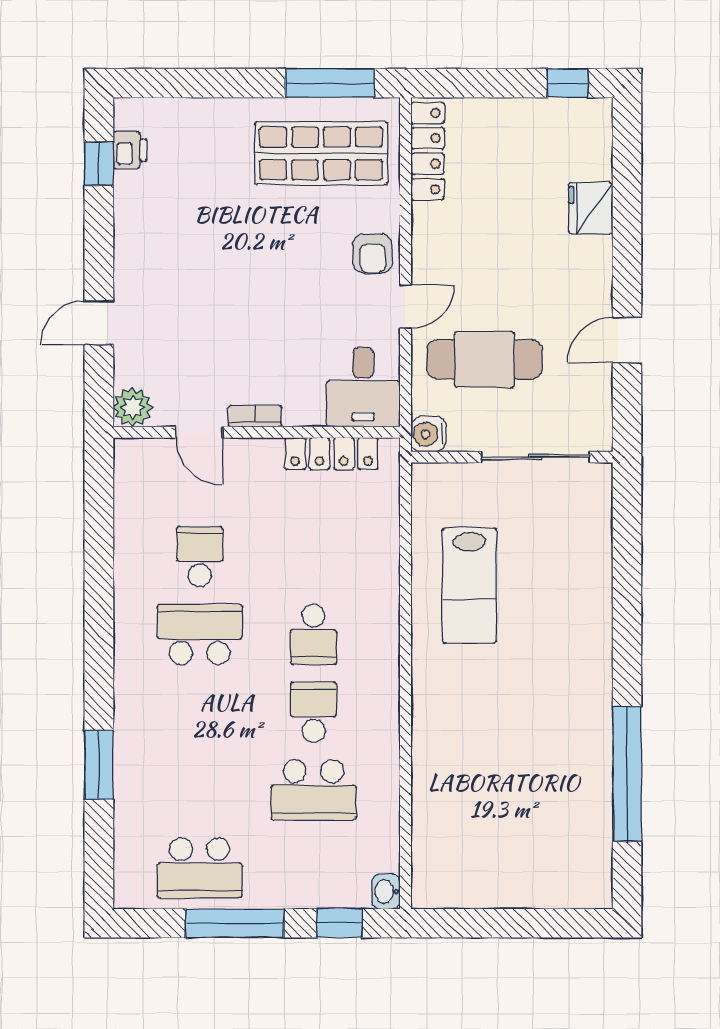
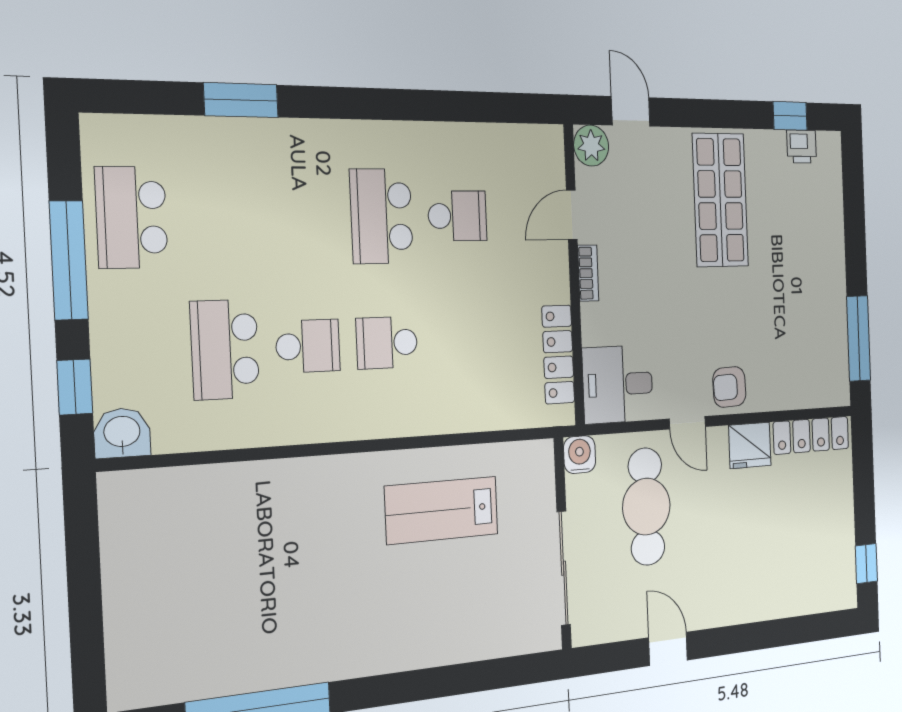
shop shelf: (321, 153) -> (720, 200), moved
fridge: (591, 208) -> (750, 445), moved, turned 180
door: (99, 323) -> (631, 111), moved
school desk: (200, 634) -> (382, 216), turned 180
washbasin: (386, 892) -> (122, 433), width x1.38, depth x1.45

